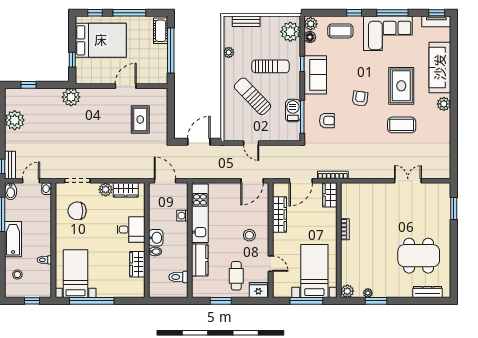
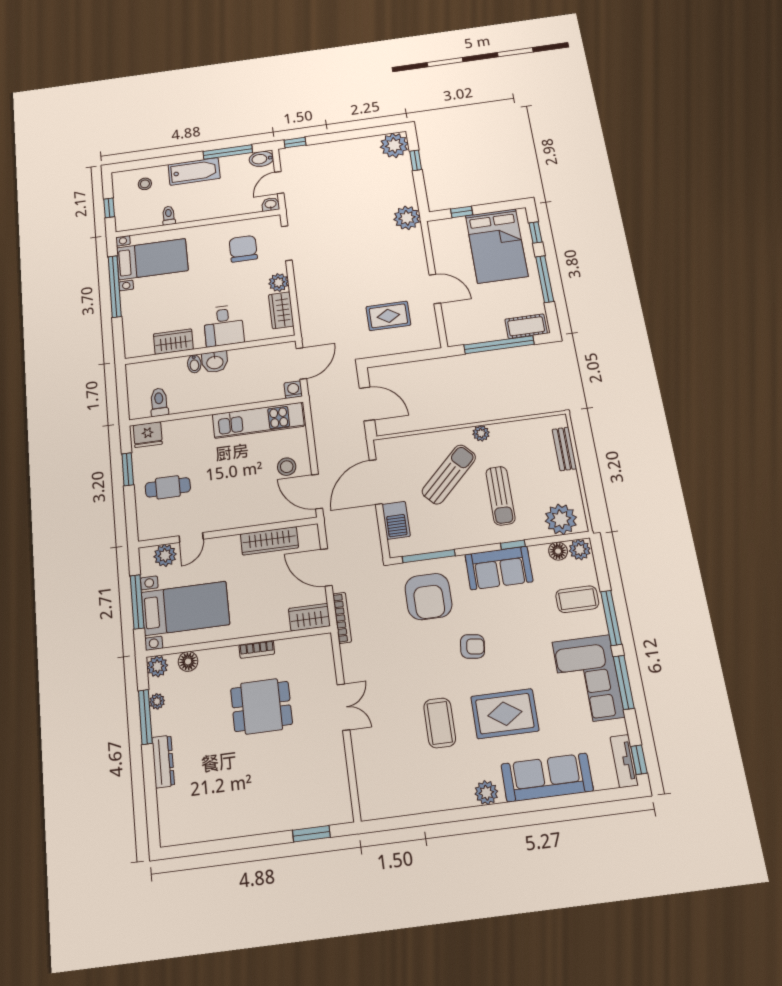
window: (354, 13) -> (611, 618), width x2.17
coffee table: (340, 31) -> (577, 599), turned 90
plant: (229, 52) -> (481, 433), moved
barbecue: (293, 111) -> (396, 520), moved, turned 90
plant: (15, 120) -> (394, 145), moved
armchair: (327, 121) -> (428, 597), width x1.88, depth x1.88
door: (251, 143) -> (376, 482), width x1.87
bench: (10, 165) -> (298, 153), removed
door: (31, 181) -> (279, 183), swing flipped
double door: (408, 181) -> (343, 707), moved
washing machine: (182, 216) -> (293, 390), moved
stool: (249, 235) -> (287, 467), moved
dining table: (419, 256) -> (261, 706), moved, width x0.73
kitchen counter: (200, 260) -> (187, 430), removed
floor lamp: (347, 272) -> (188, 661), added
plant: (280, 281) -> (165, 555), added
fridge: (258, 290) -> (148, 435), moved, turned 90
dresser: (427, 292) -> (163, 762), moved
window: (376, 301) -> (145, 717), width x1.44

